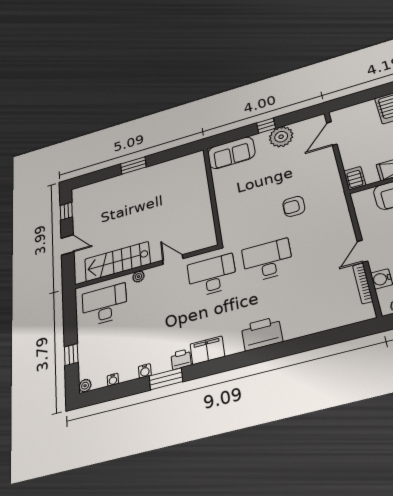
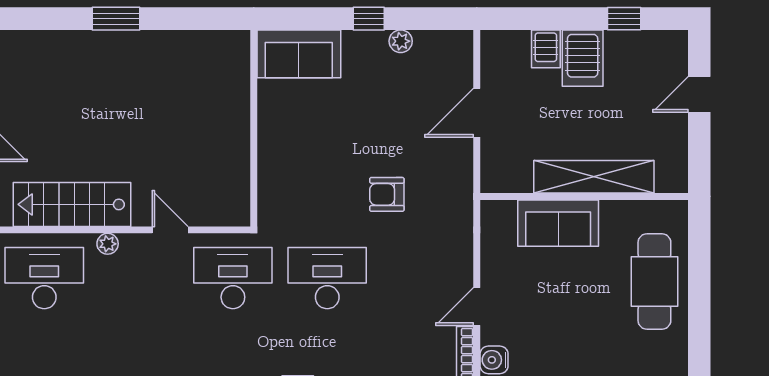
door: (332, 133) -> (477, 113), moved
plant: (281, 137) -> (401, 41), width x0.53, depth x0.53
server rack: (355, 178) -> (546, 49), moved, turned 180

